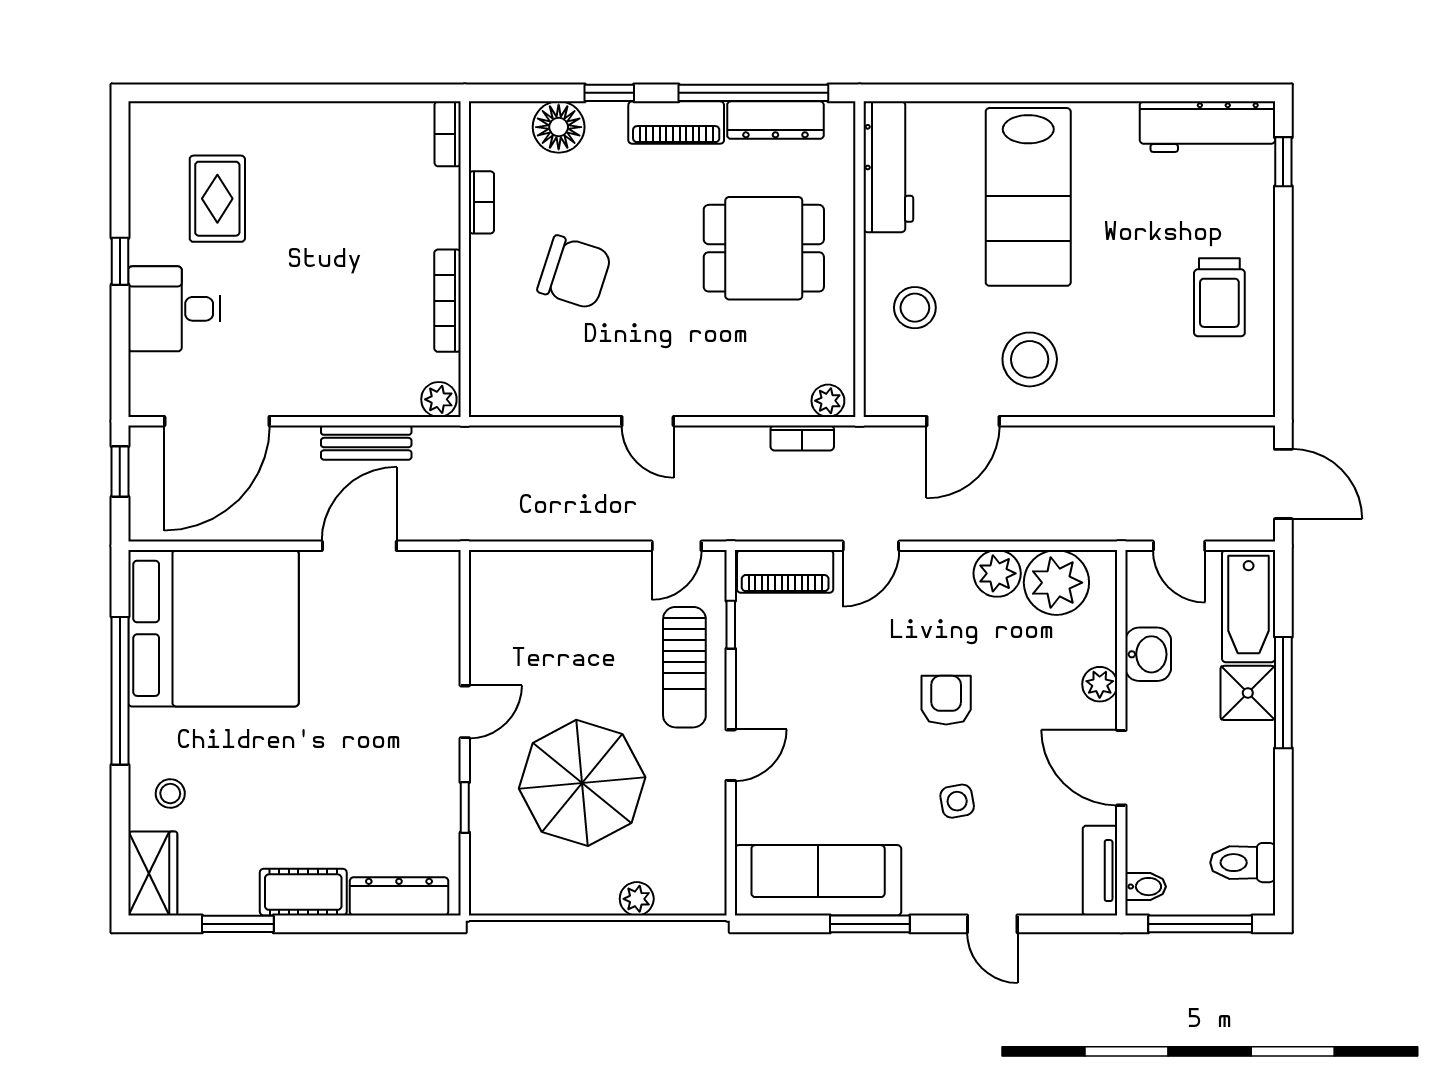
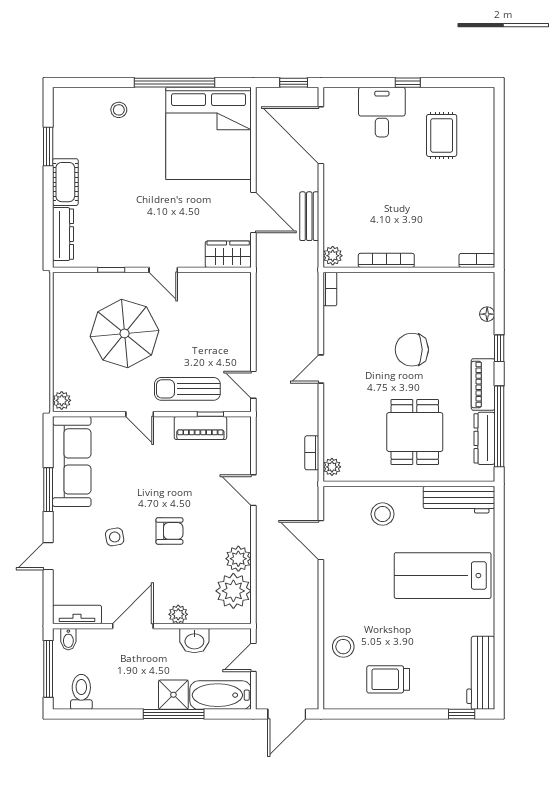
floor lamp: (559, 127) -> (487, 314), width x0.53, depth x0.53
rug: (217, 199) -> (442, 135), turned 90
bookcase: (481, 202) -> (330, 289), moved, turned -90
chair: (574, 272) -> (412, 350), moved, turned 72
stool: (1030, 359) -> (343, 647), moved, width x0.73, depth x0.73
piano: (785, 571) -> (200, 428), moved, turned -90
wardrobe: (153, 873) -> (228, 254), moved, turned 180
plant: (637, 899) -> (62, 400), moved

